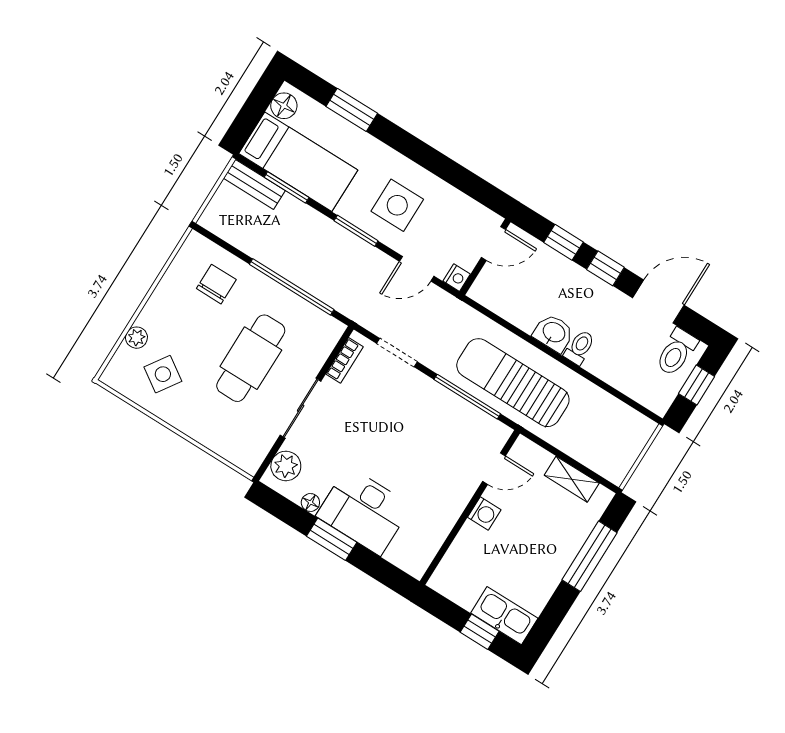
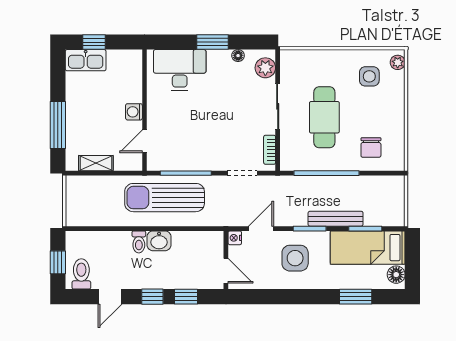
bench: (254, 184) -> (336, 219), moved, width x1.36
door: (493, 243) -> (226, 271), swing flipped
door: (658, 301) -> (110, 297), width x0.73
plant: (136, 338) -> (398, 62), moved
side table: (163, 374) -> (369, 76), turned -34
sun lounger: (513, 383) -> (165, 198), turned 180
desk: (364, 511) -> (180, 70), moved

